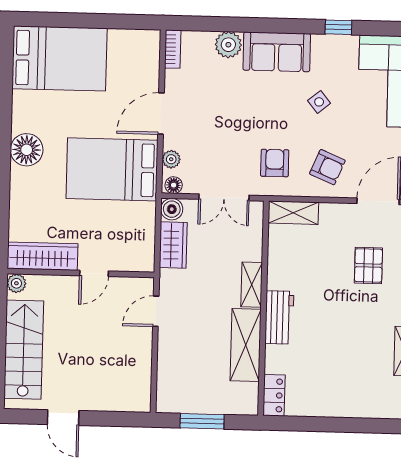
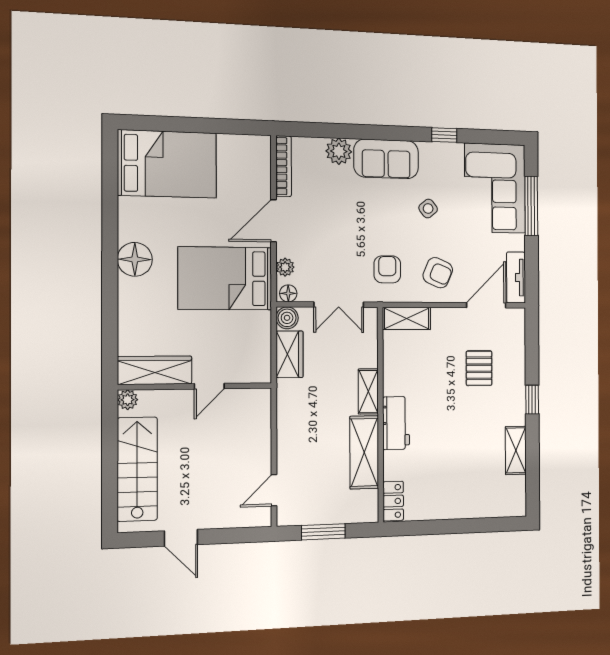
bookcase: (173, 49) -> (284, 166), width x1.56
door: (156, 311) -> (274, 490), moved

